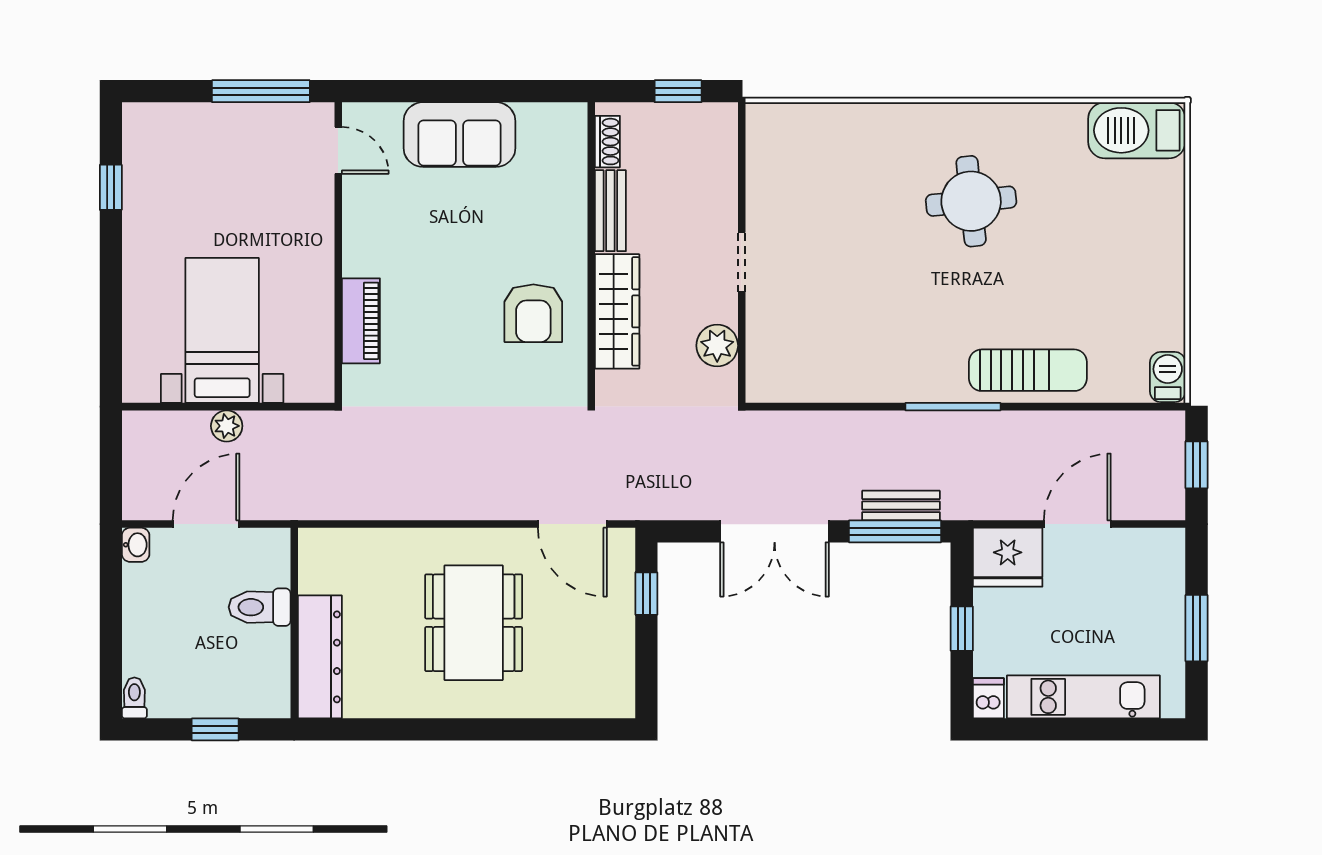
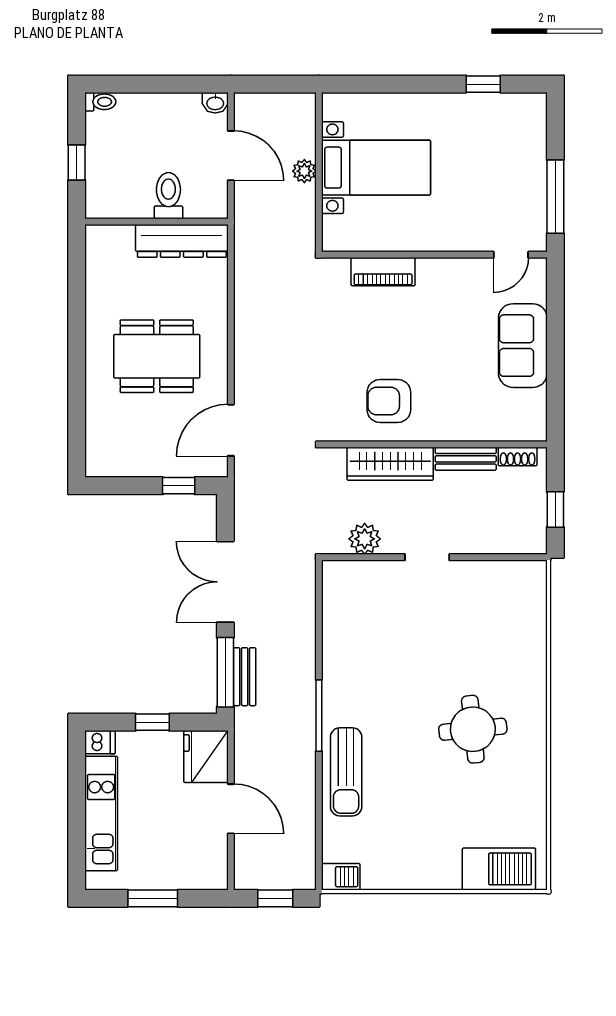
barbecue: (1137, 130) -> (499, 869), moved, turned 90
dresser: (320, 657) -> (182, 241), moved

